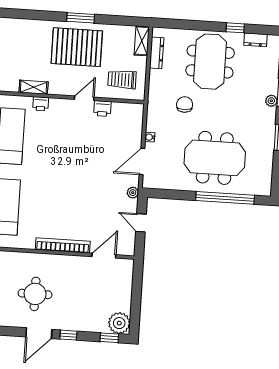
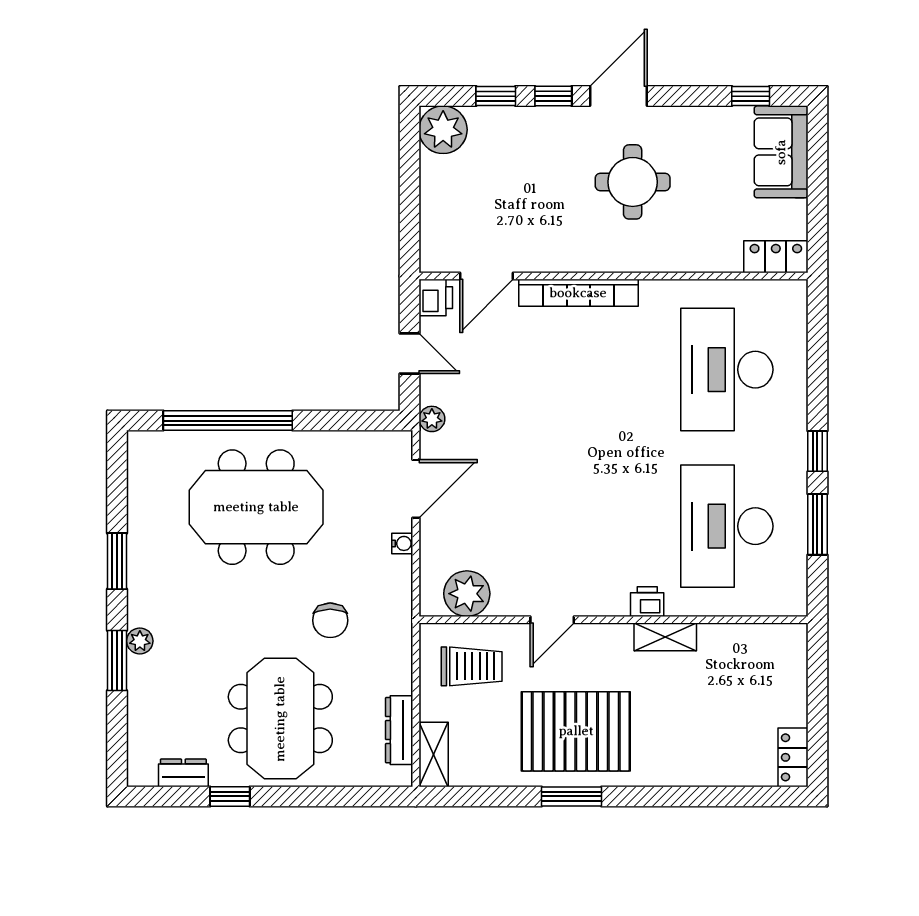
printer: (102, 108) -> (436, 298), moved, turned 90
plant: (122, 113) -> (467, 594), added
window: (109, 338) -> (496, 96), moved

